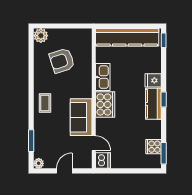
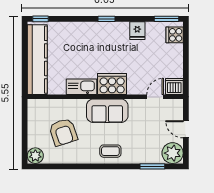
fridge: (153, 80) -> (137, 31), moved
kitchen counter: (153, 104) -> (111, 30), removed
sofa: (81, 117) -> (107, 111), moved
cooker: (154, 147) -> (175, 35), moved, turned 90
plant: (39, 163) -> (173, 153), width x1.88, depth x1.88

